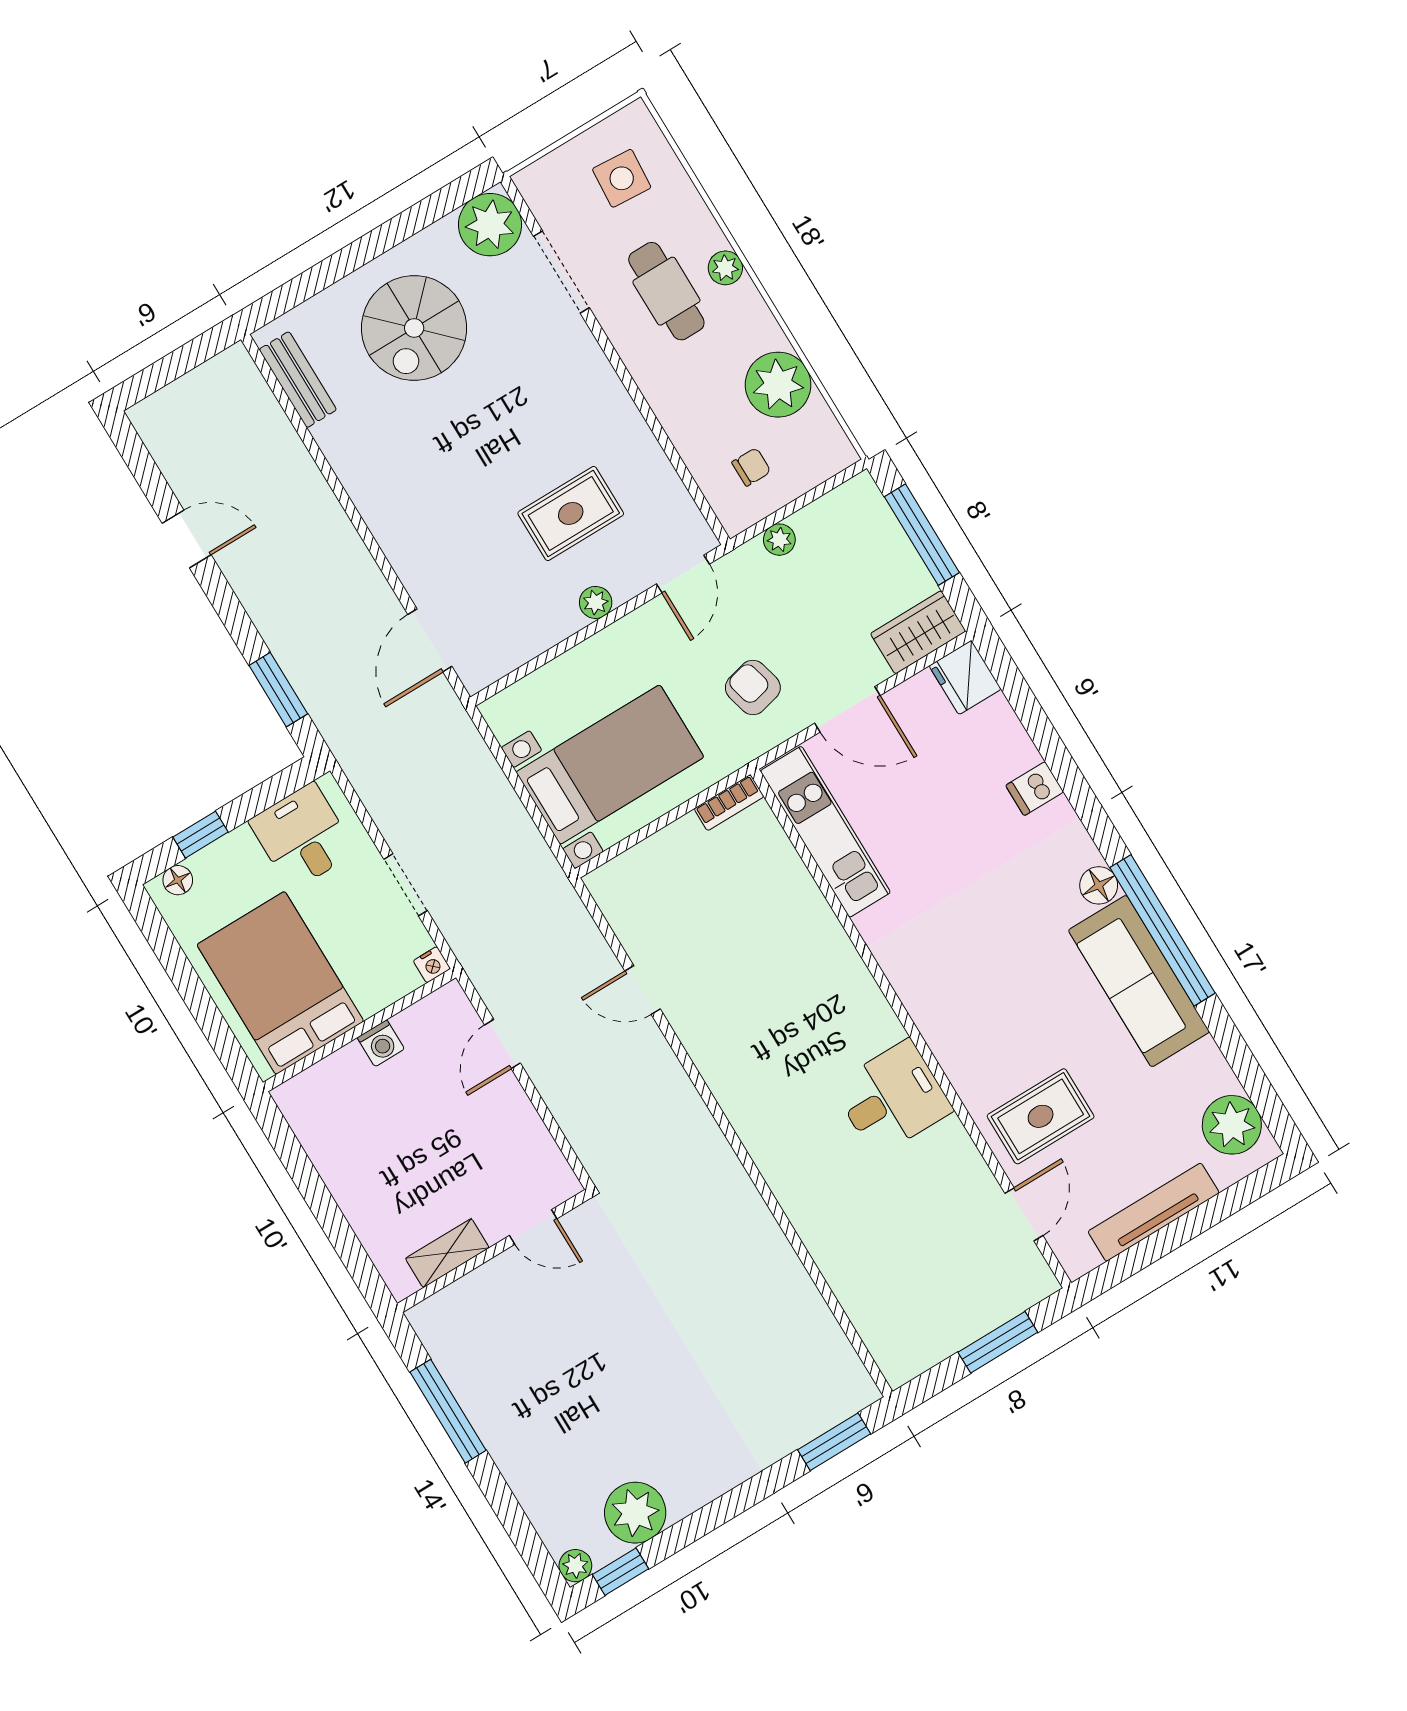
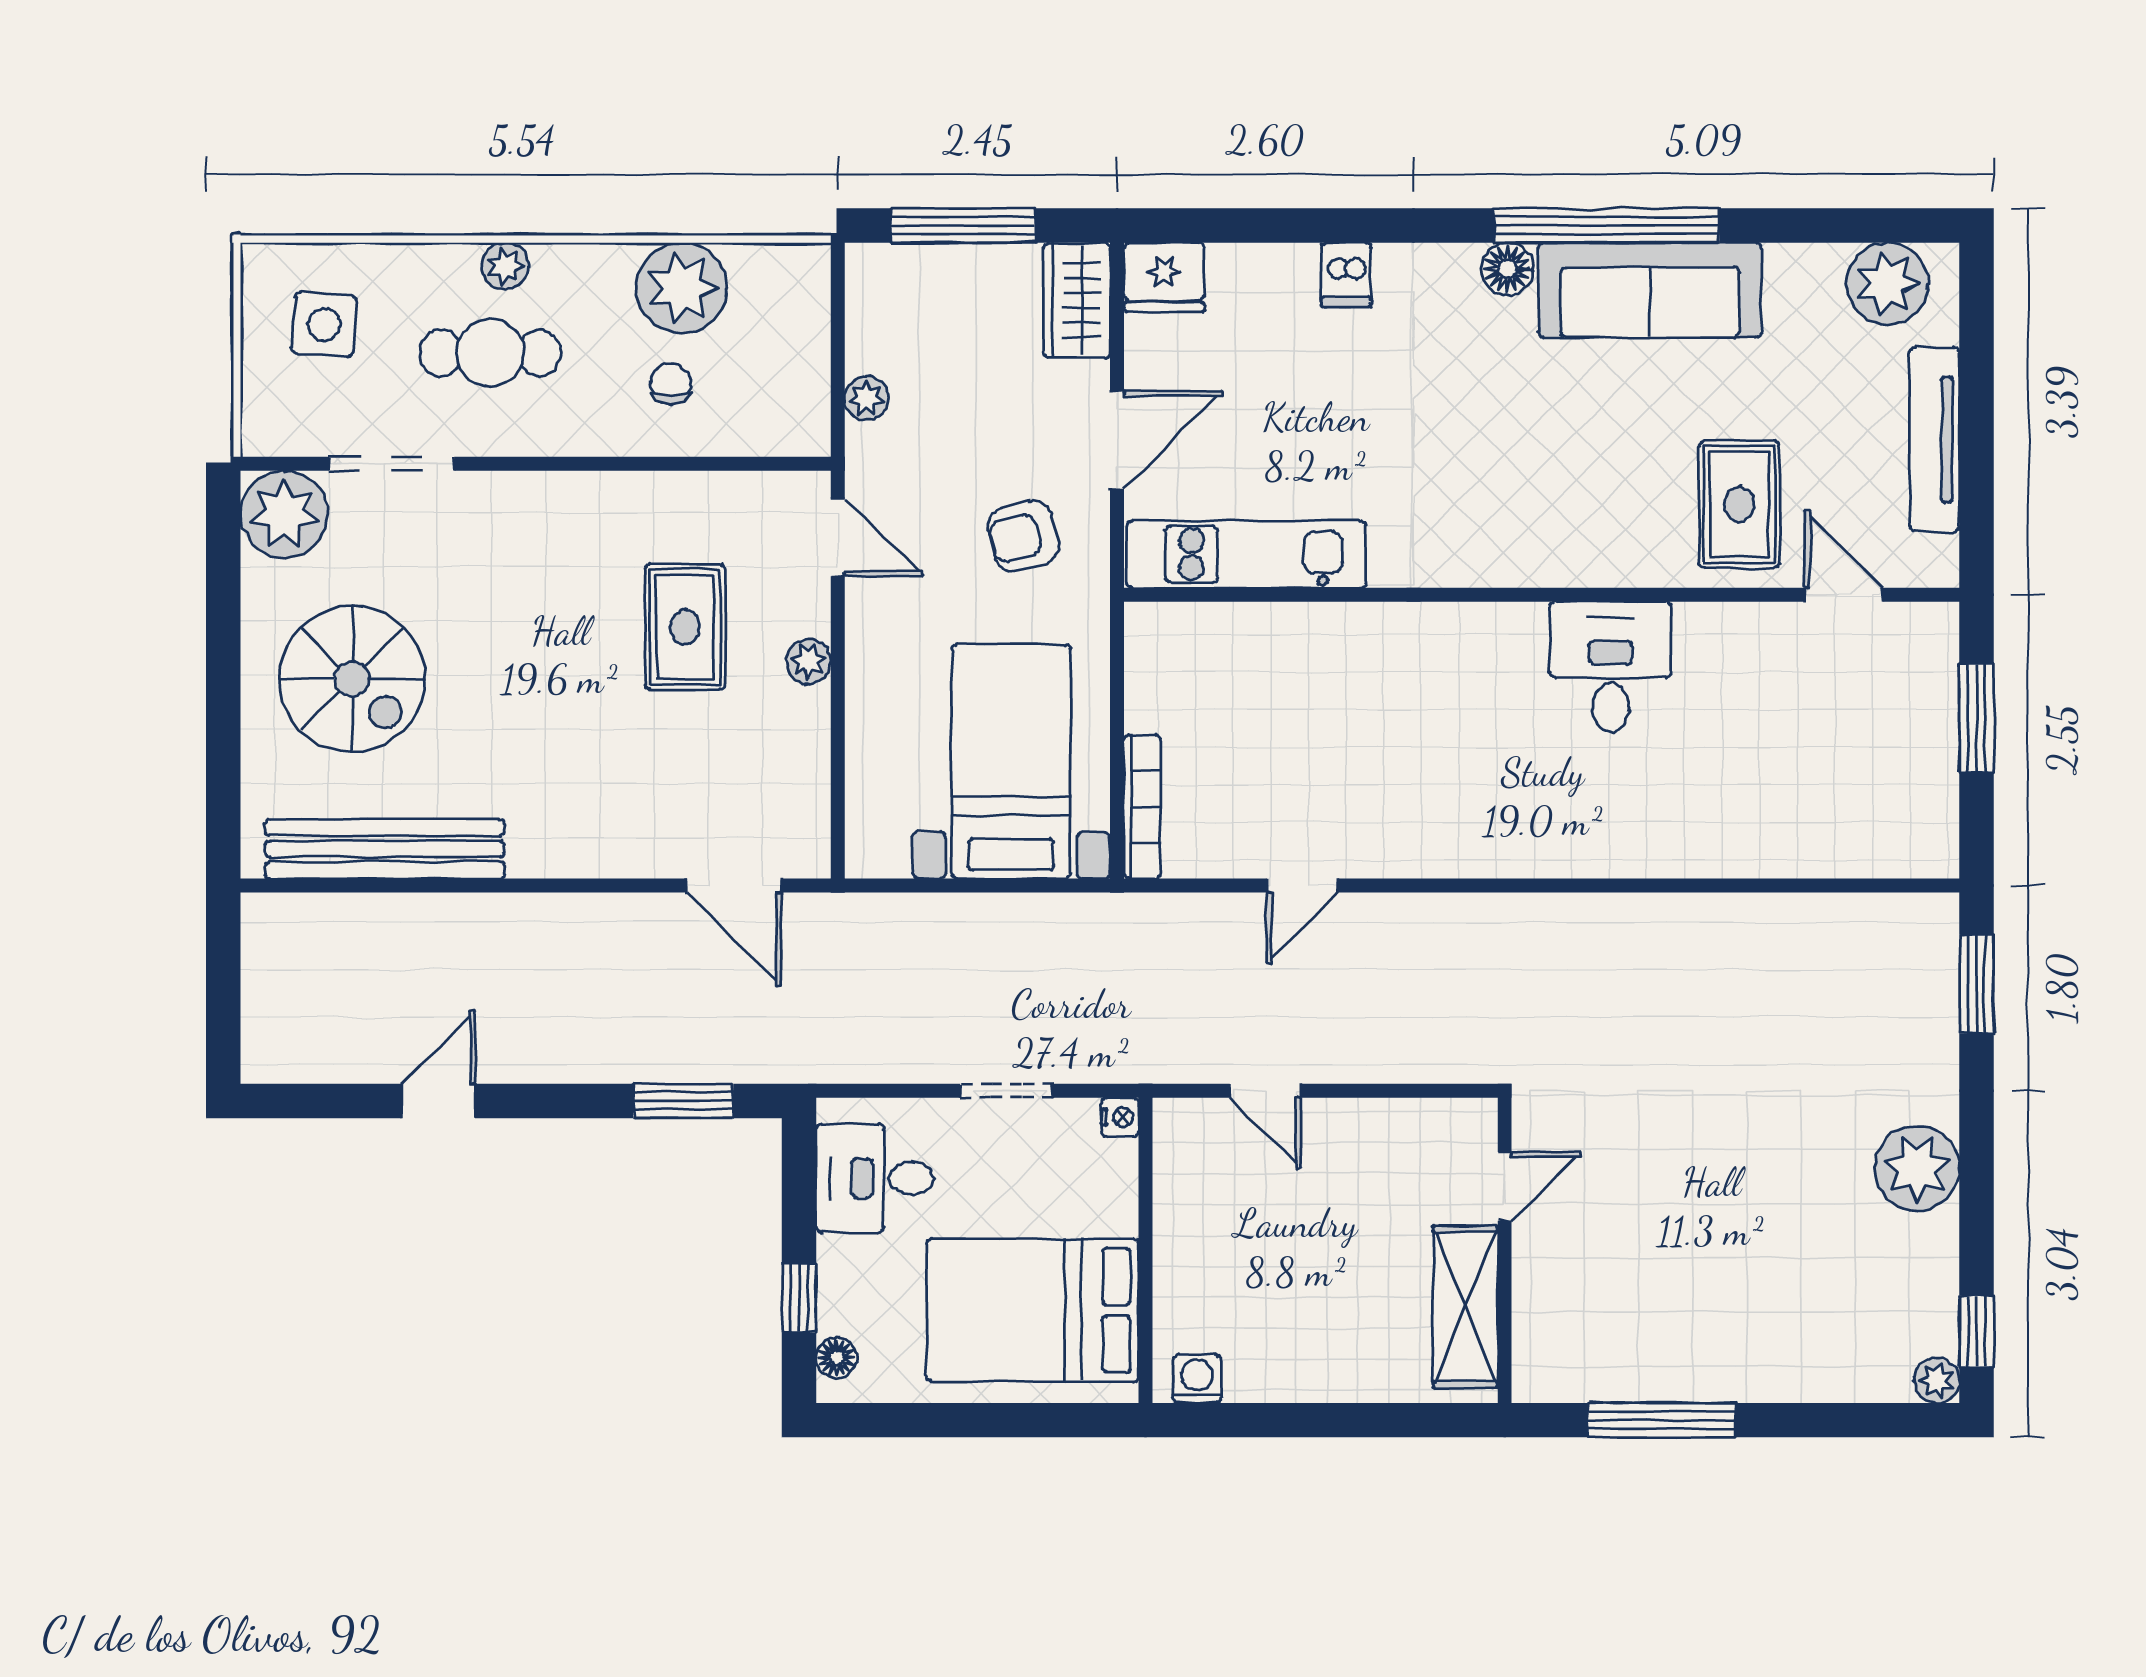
bench: (298, 380) -> (385, 849), width x1.86, depth x1.21
chair: (751, 467) -> (671, 384), moved
bookcase: (729, 803) -> (1142, 807), moved, width x1.56
washing machine: (381, 1043) -> (1197, 1379), moved, turned -90
shelving: (447, 1253) -> (1465, 1307), width x1.50, depth x1.33
plant: (635, 1513) -> (1917, 1168), moved

